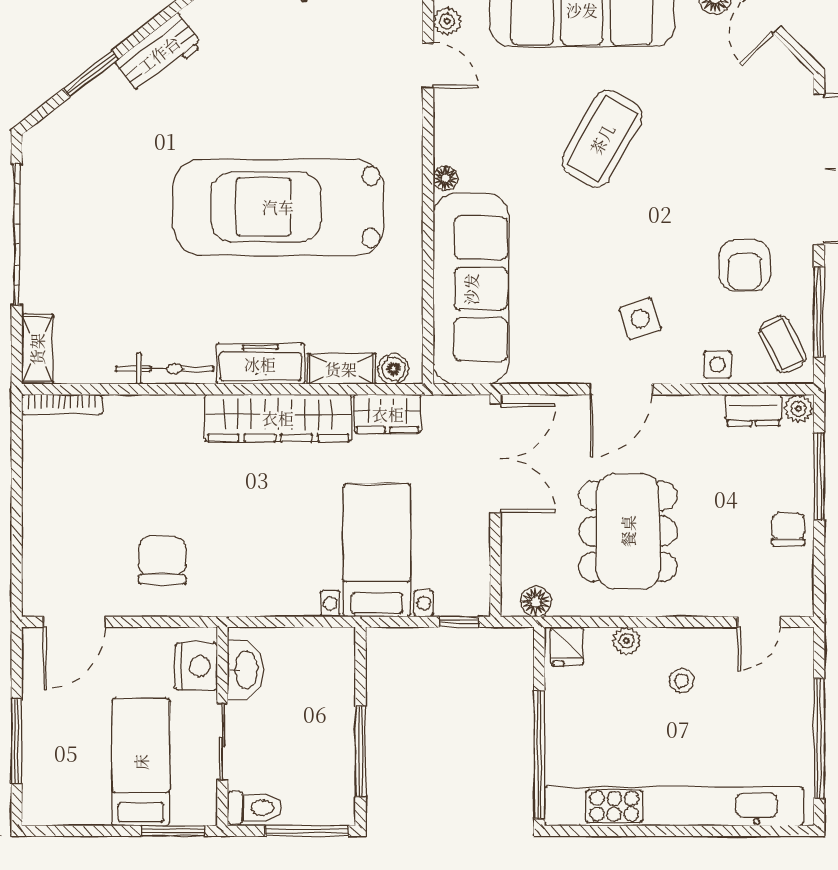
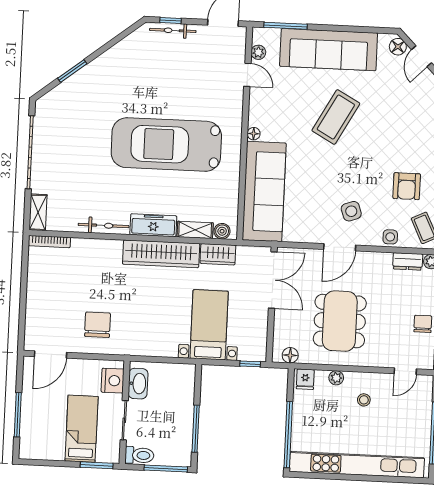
workbench: (159, 54) -> (108, 62), removed

